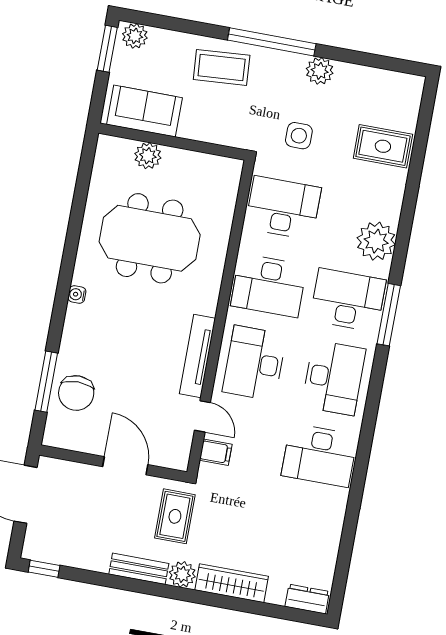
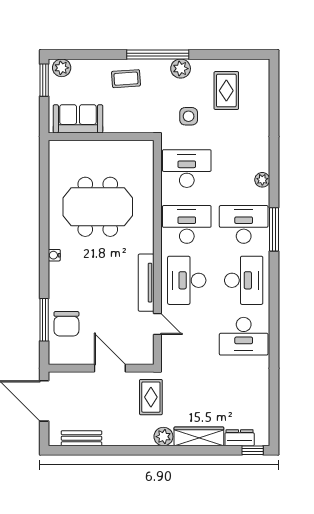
coffee table: (222, 67) -> (126, 79), width x0.73, depth x0.77
plant: (320, 71) -> (181, 69), moved
rug: (383, 146) -> (226, 91), moved, turned 90
plant: (148, 156) -> (86, 150), removed
plant: (376, 241) -> (262, 180), width x0.53, depth x0.53
desk: (269, 286) -> (187, 224), turned 180
filing cabinet: (216, 452) -> (171, 347), removed
window: (44, 569) -> (253, 450), moved
bench: (139, 569) -> (81, 438), moved
dresser: (307, 599) -> (240, 438), moved

